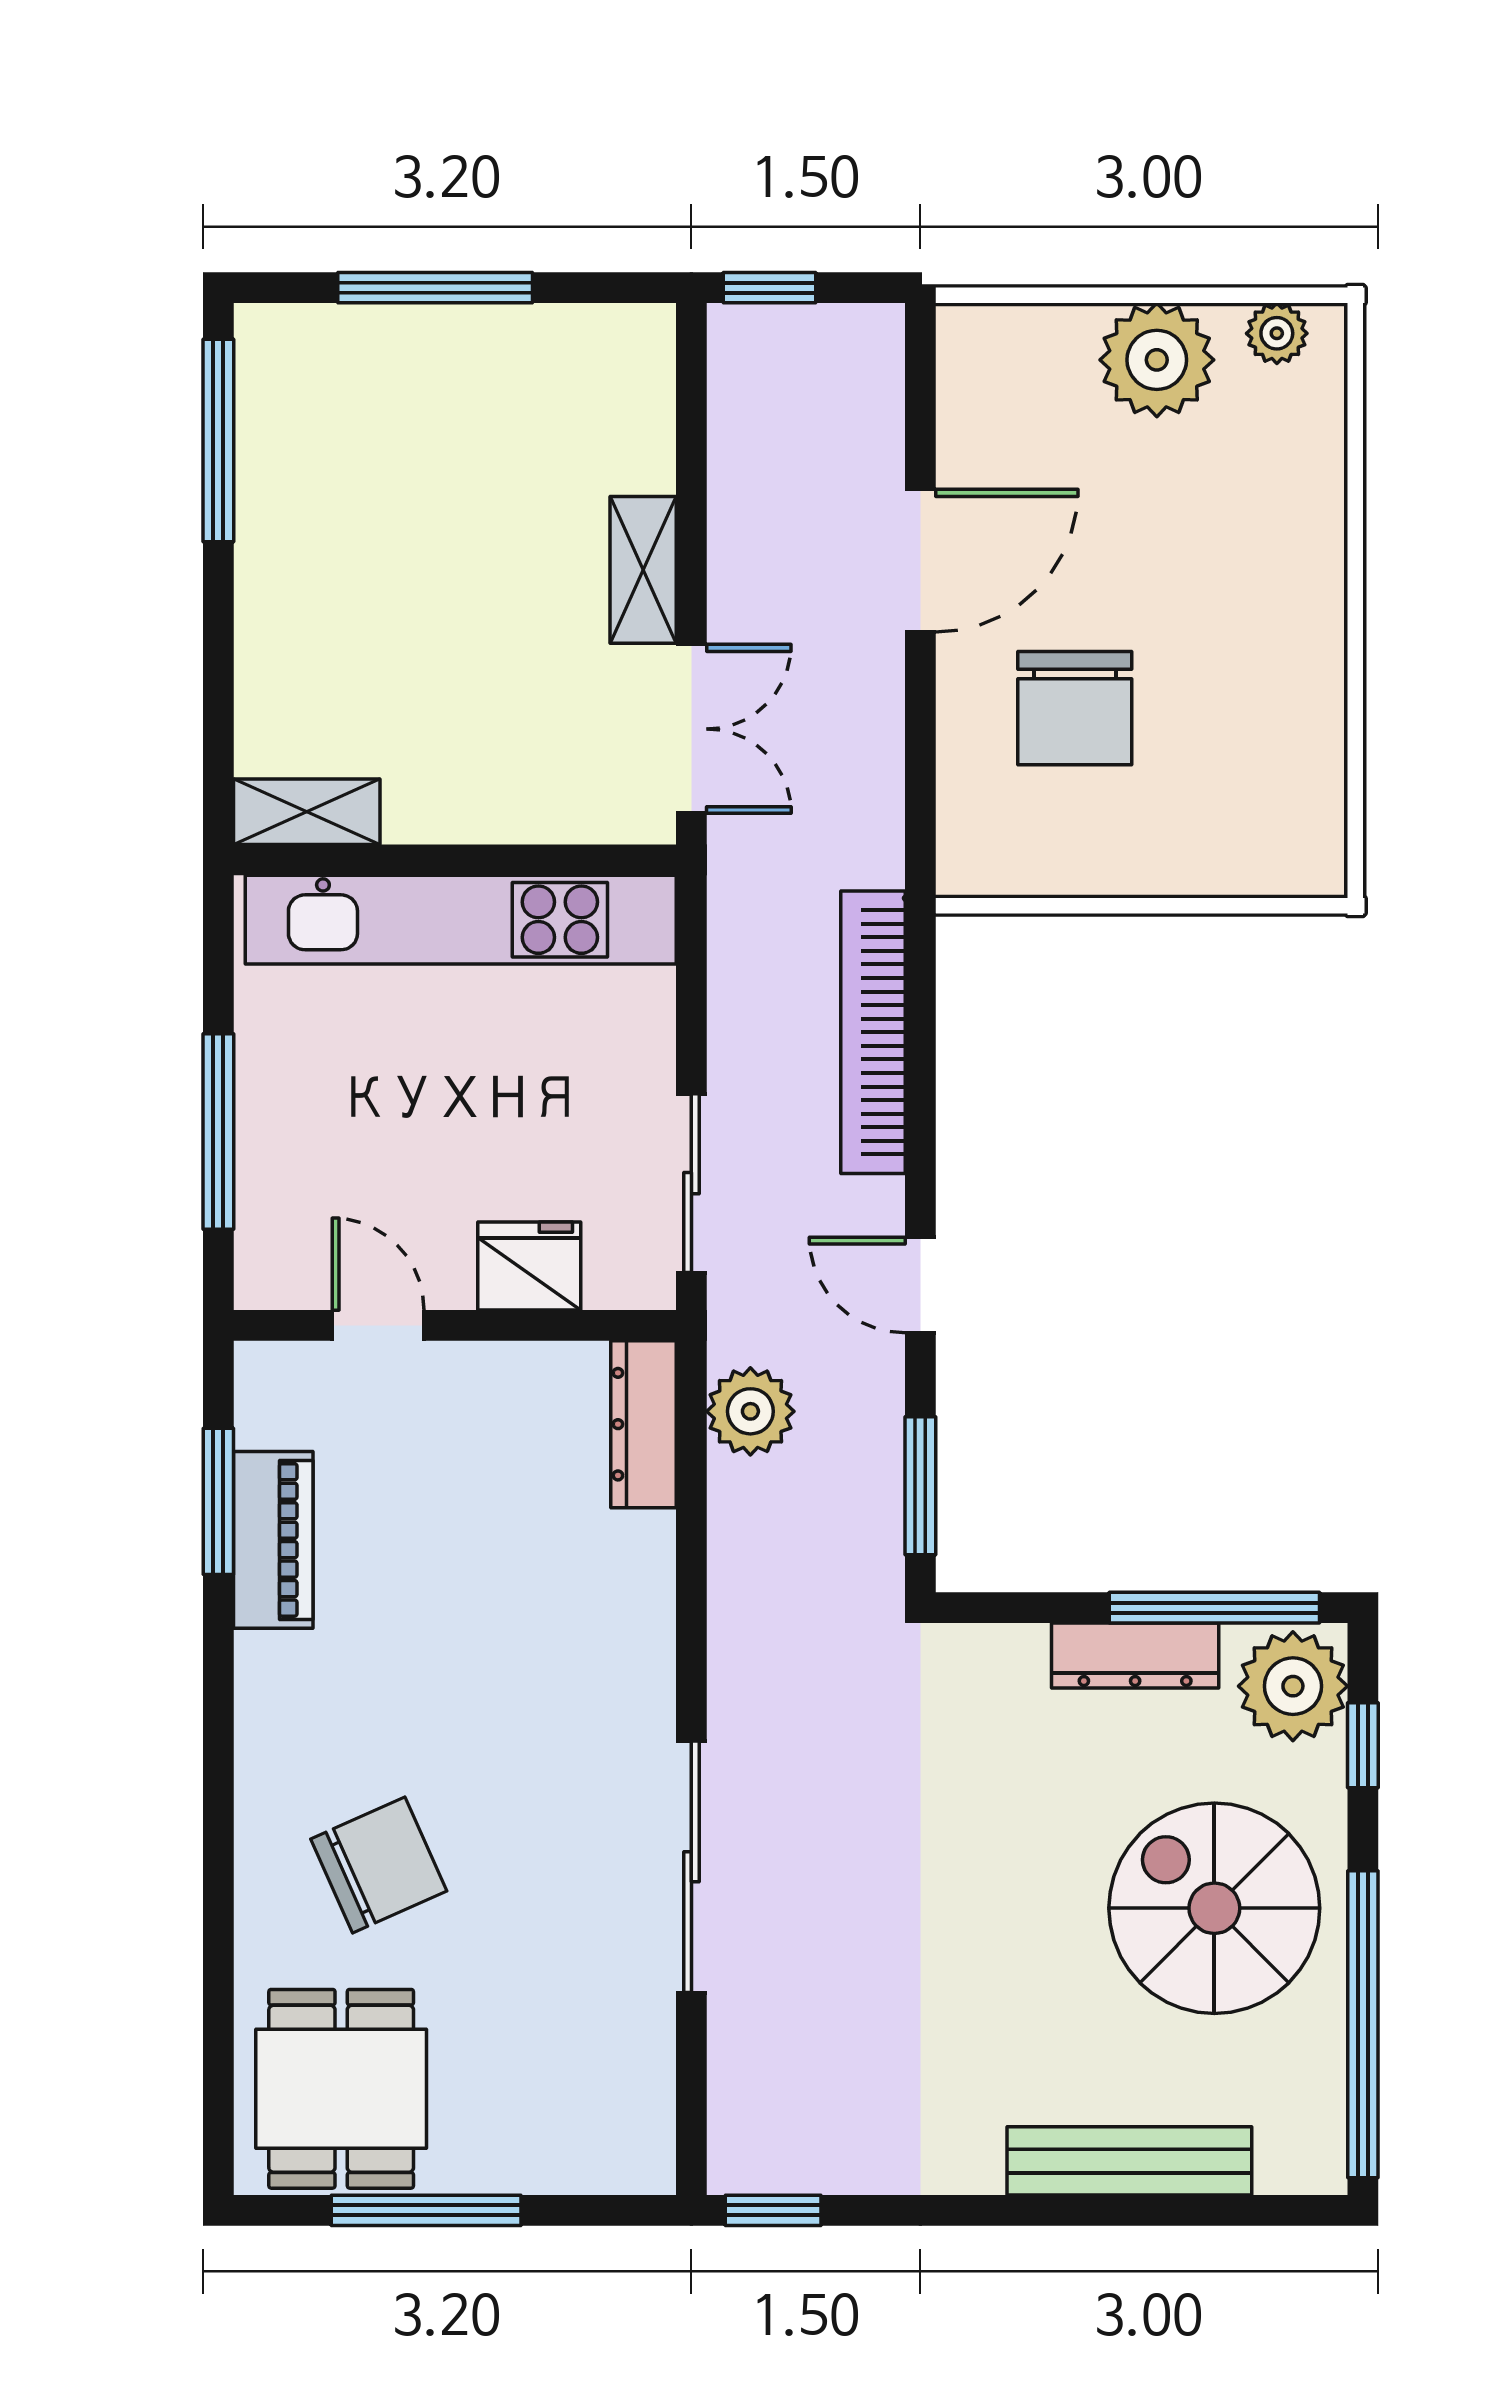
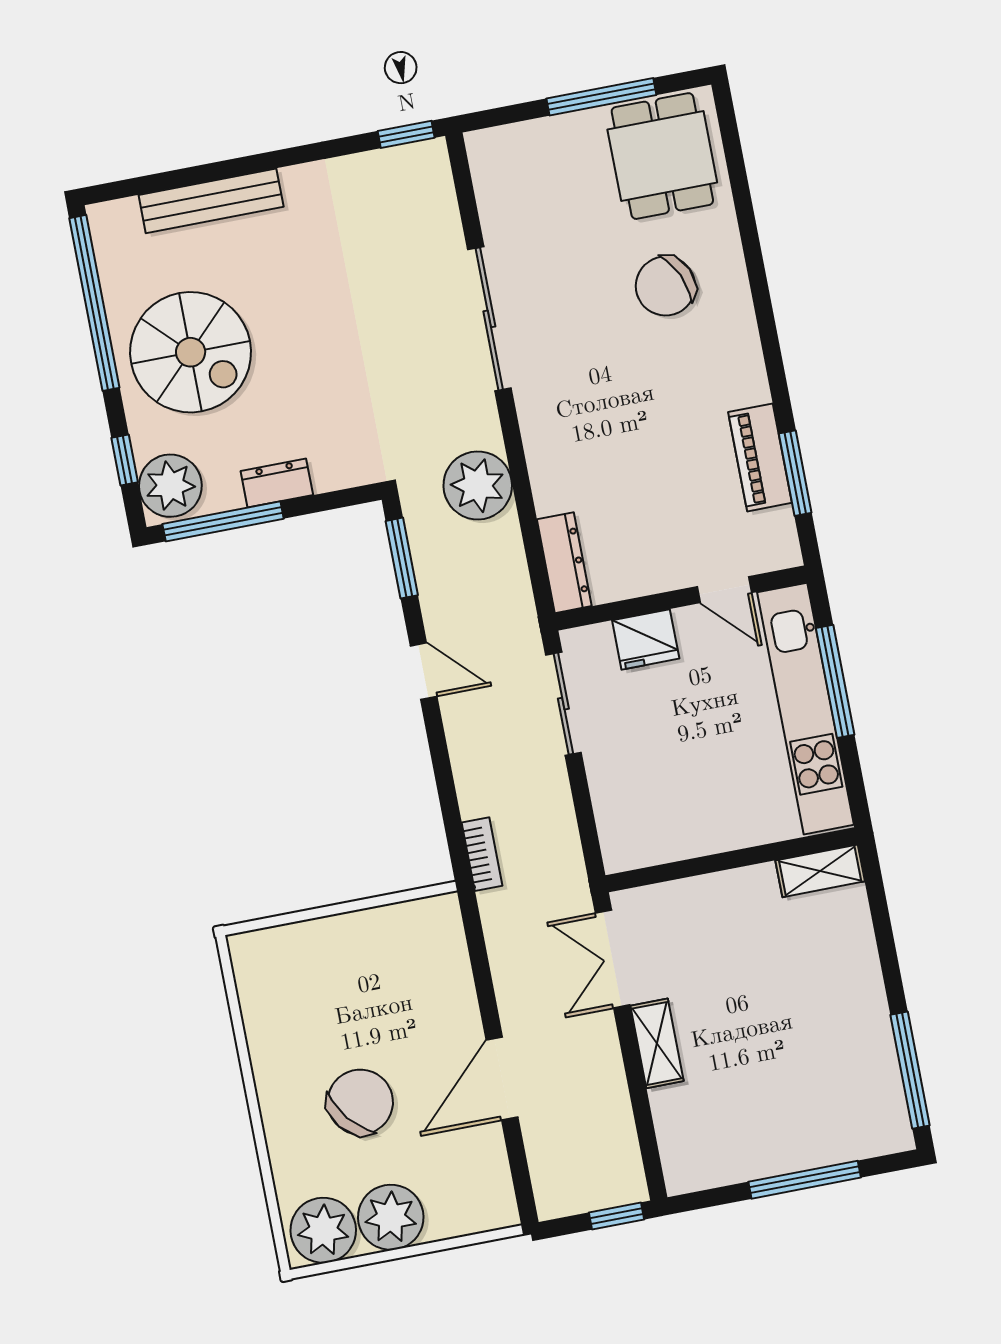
plant: (1277, 333) -> (323, 1230), width x1.88, depth x1.88
chair: (1075, 708) -> (360, 1102), moved, turned 51
kitchen unit: (461, 920) -> (806, 709), moved, turned -90
bookcase: (873, 1032) -> (482, 854), width x0.43, depth x0.76
plant: (750, 1411) -> (478, 485), moved, width x1.36, depth x1.36
dresser: (1135, 1656) -> (277, 483), width x0.70

